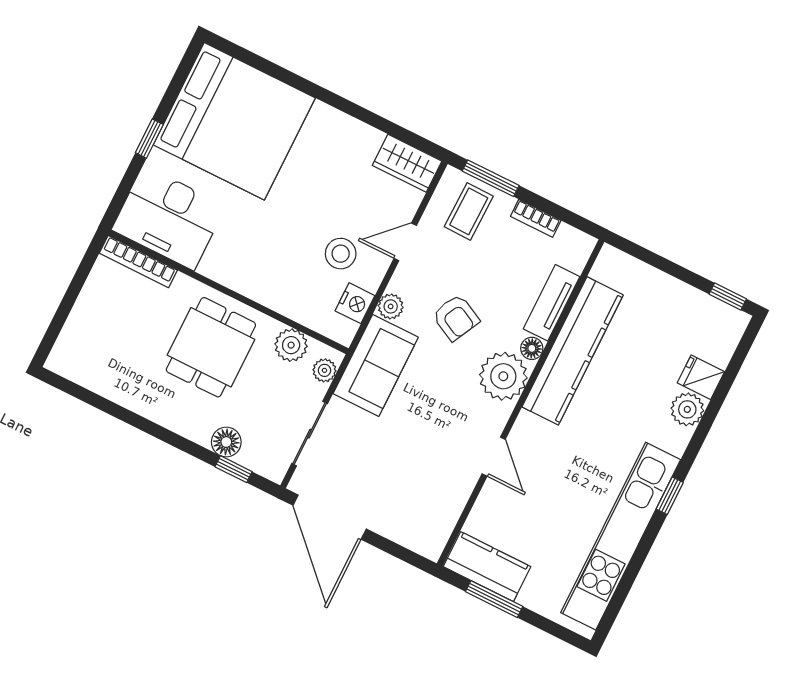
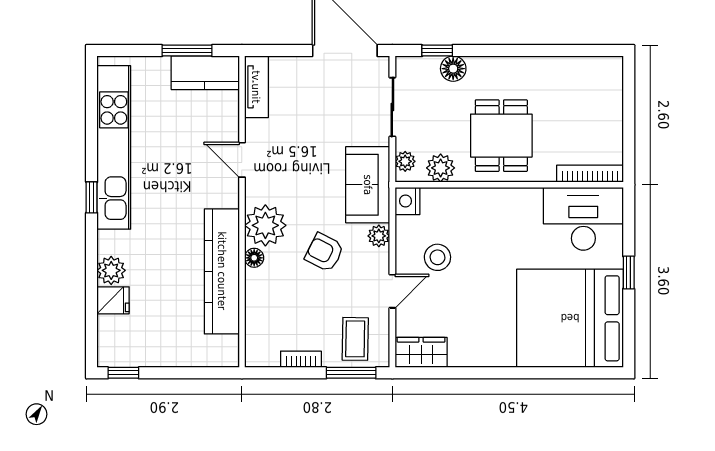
nightstand: (355, 303) -> (407, 201), moved
tv unit: (552, 303) -> (256, 87), moved

